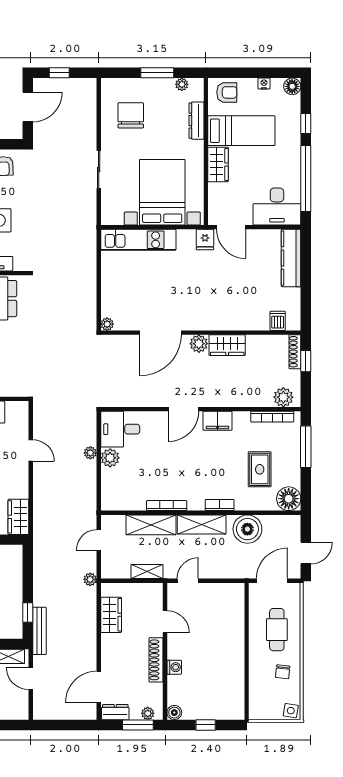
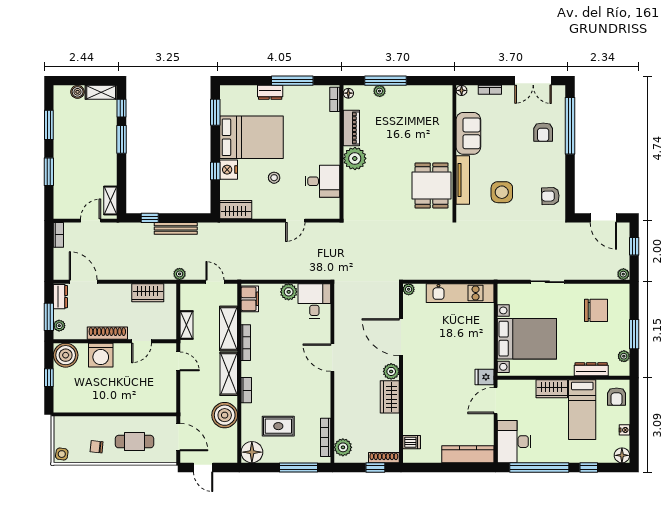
kitchen unit: (138, 240) -> (460, 293), moved, turned -90
filing cabinet: (217, 421) -> (250, 299), moved, turned 180
plant: (90, 453) -> (623, 274), moved
bench: (39, 631) -> (176, 228), moved
washing machine: (174, 667) -> (101, 355), width x1.89, depth x1.89
boiler: (174, 713) -> (66, 355), width x1.86, depth x1.86
bookcase: (47, 714) -> (58, 235), added

